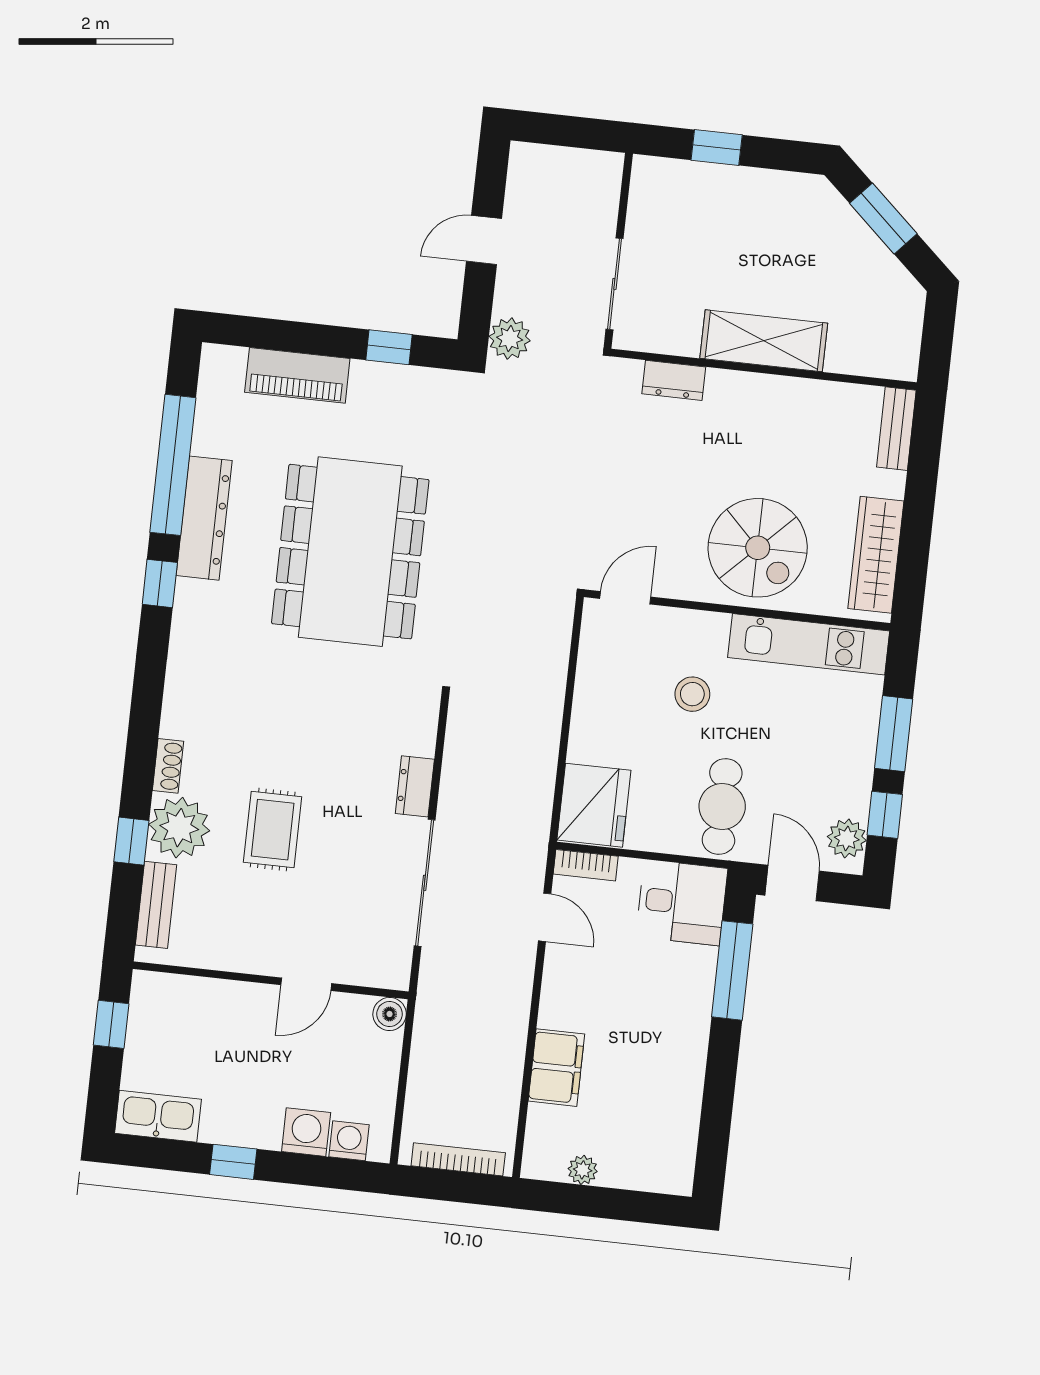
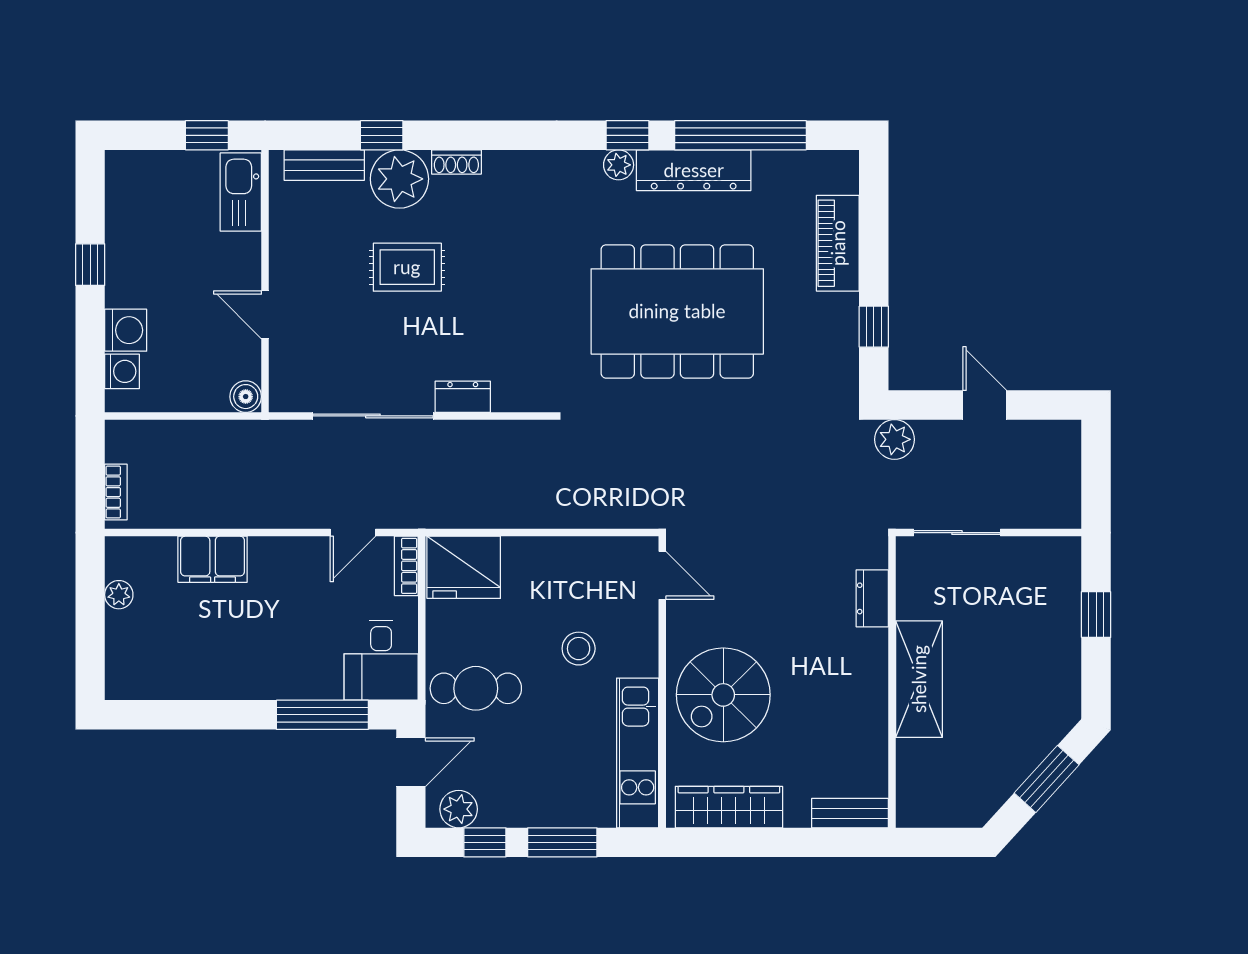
plant: (190, 596) -> (619, 165), added
kitchen sink: (158, 1116) -> (241, 192), moved, turned 180
bookcase: (458, 1159) -> (116, 492), width x0.64

